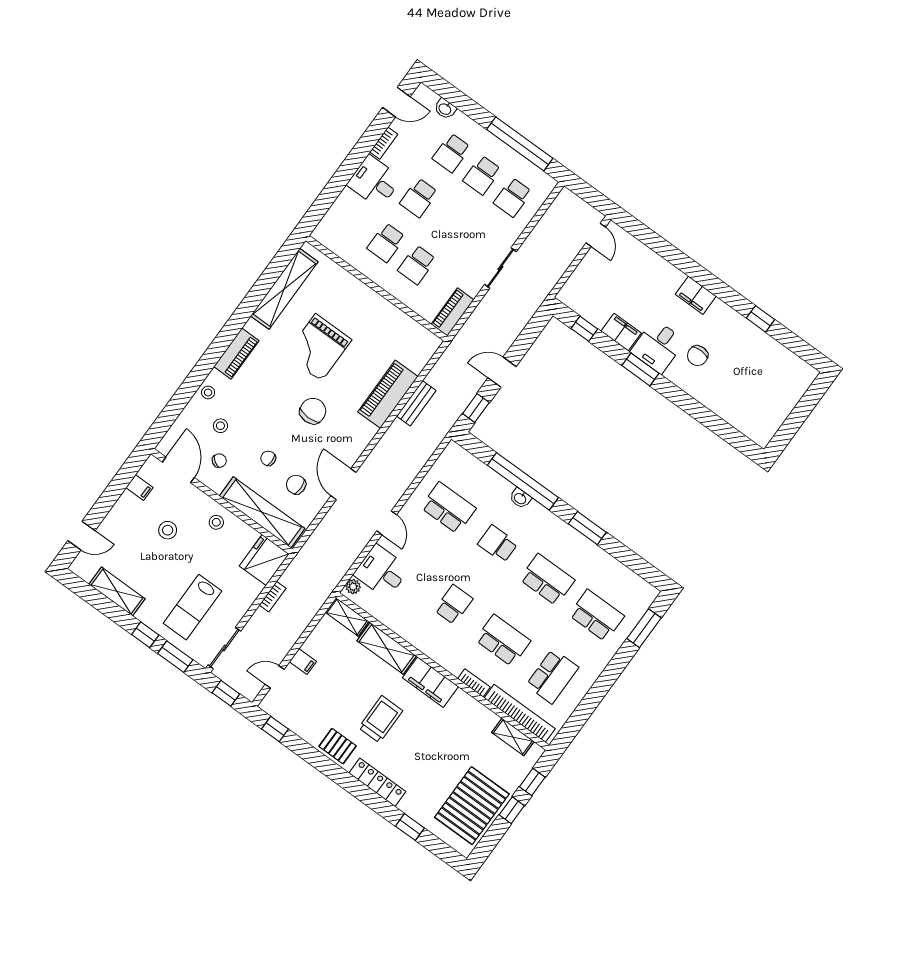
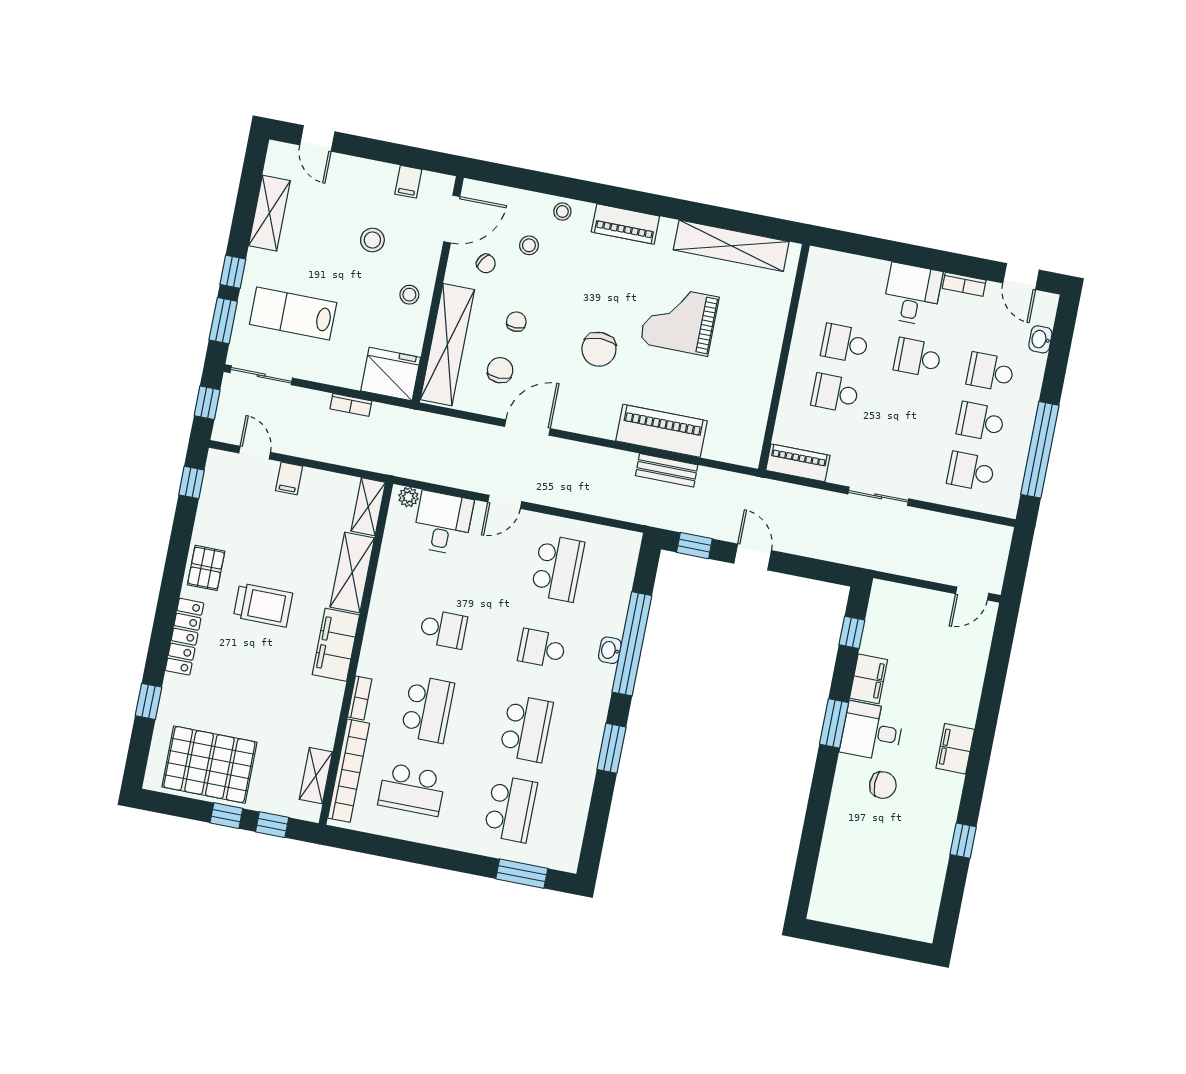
chair: (698, 356) -> (883, 785), turned 180
chair: (313, 411) -> (599, 349), turned 90
school desk: (498, 544) -> (542, 648), turned -90

